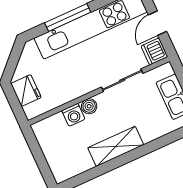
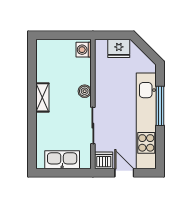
washing machine: (73, 115) -> (84, 50), moved
shelving: (116, 146) -> (42, 97), width x0.67, depth x0.75

